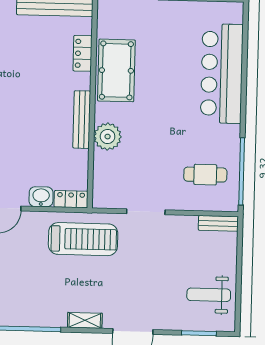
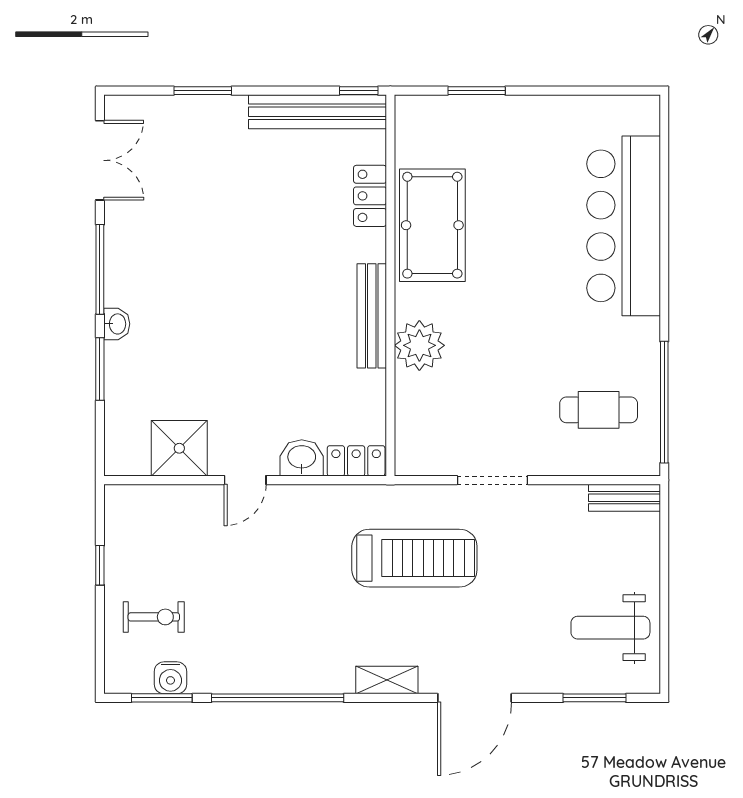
treadmill: (83, 239) -> (414, 558), moved

